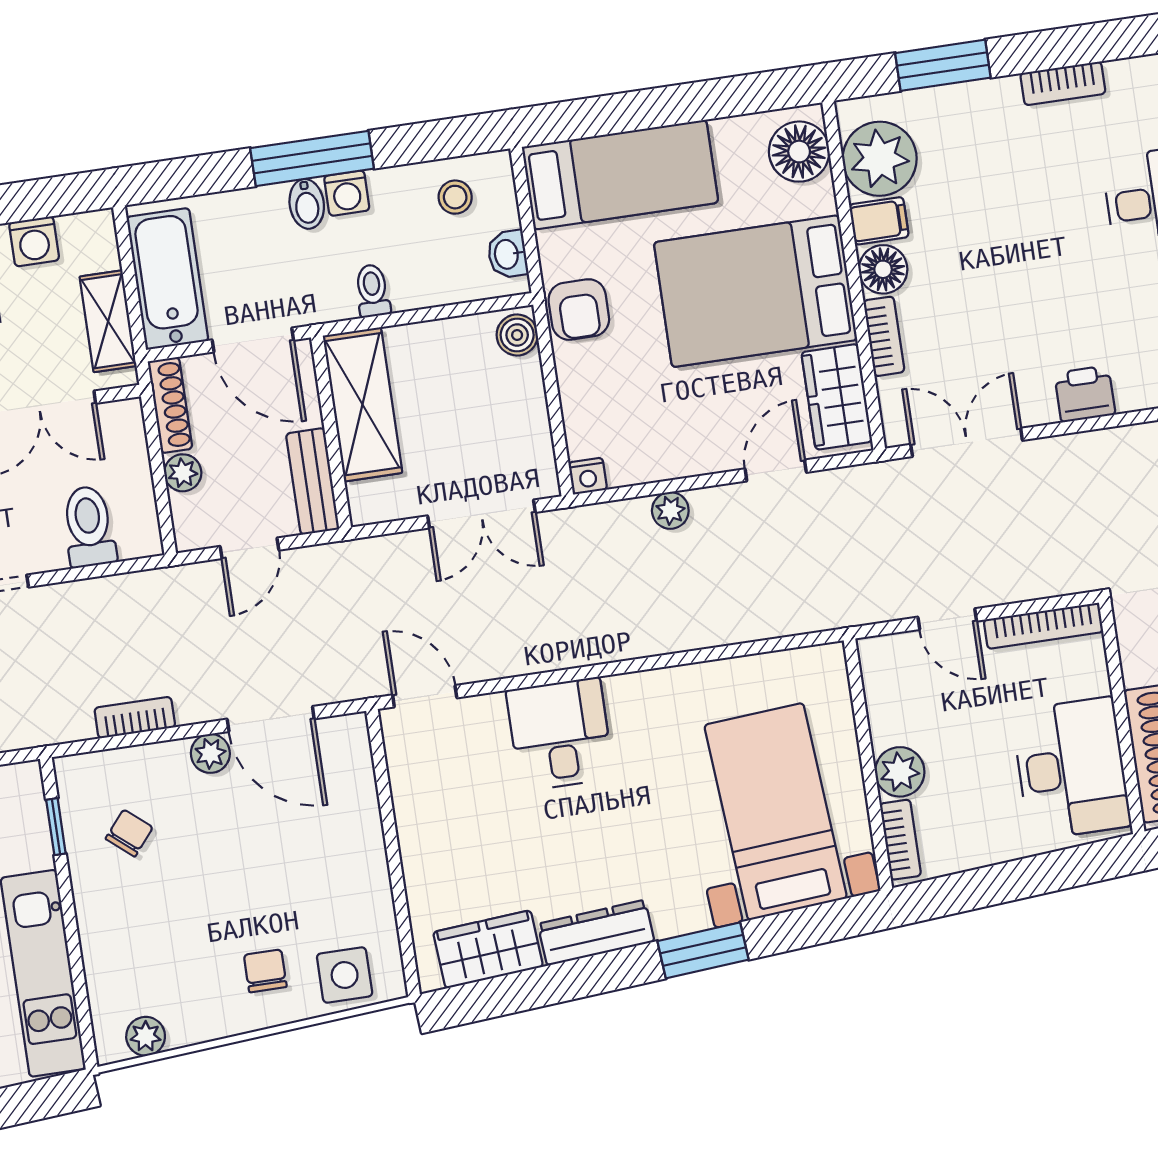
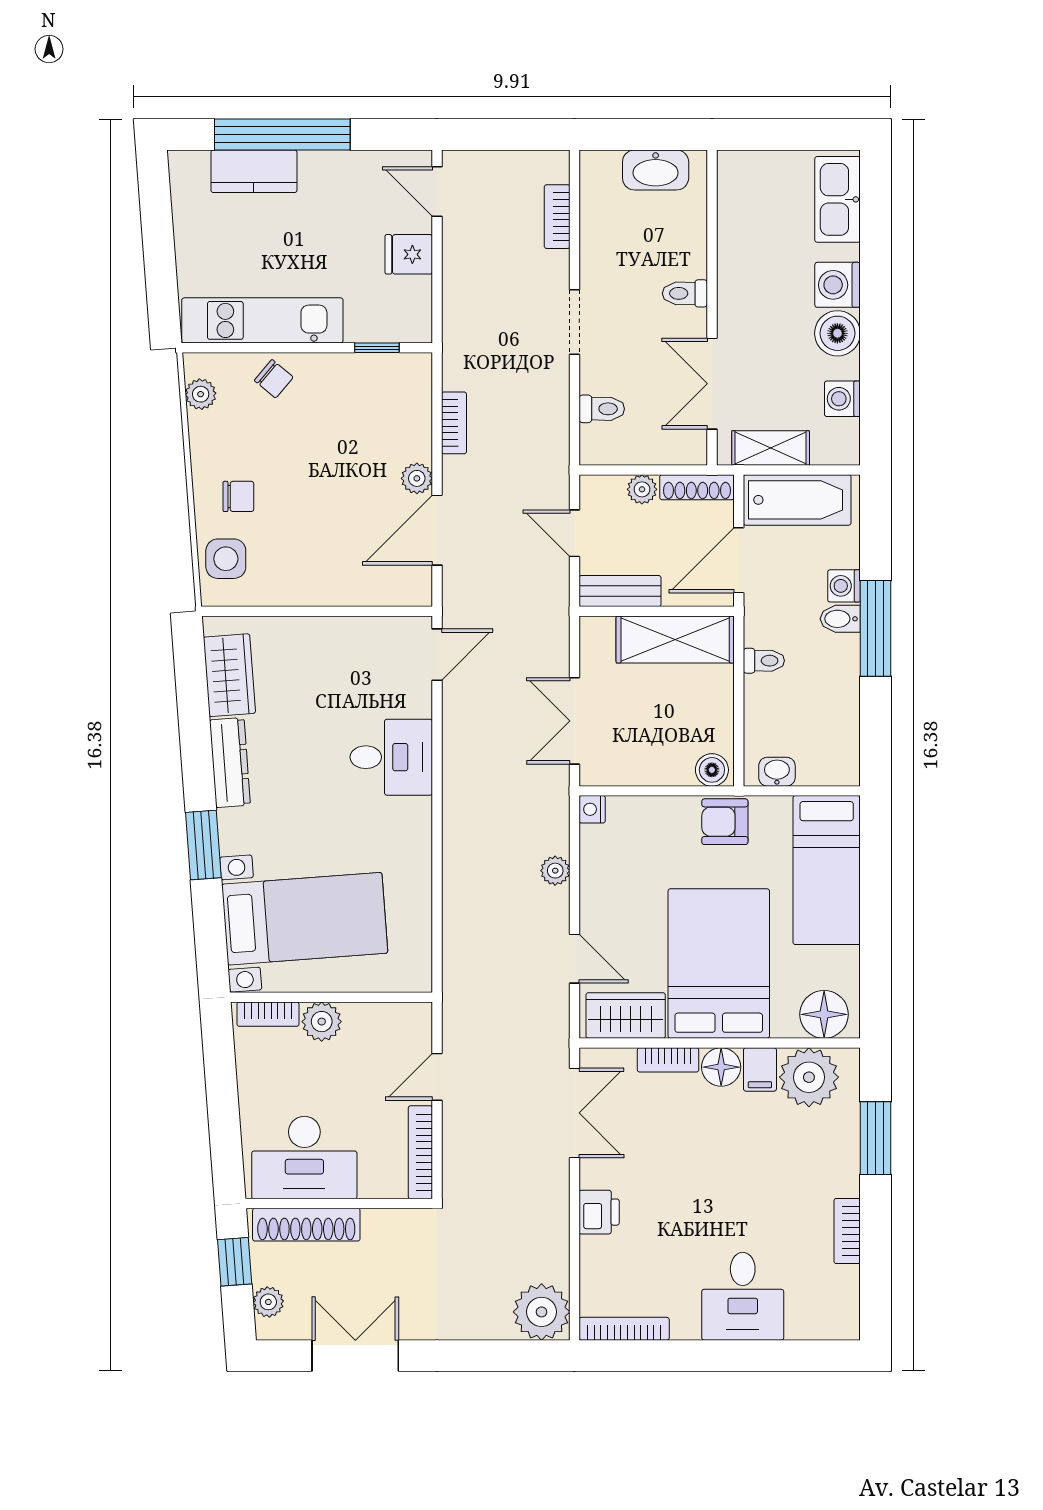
washing machine: (347, 193) -> (844, 586), moved
stool: (455, 197) -> (828, 737), removed
toilet: (89, 526) -> (602, 409), width x0.73, depth x0.72
chair: (129, 833) -> (274, 379), moved

